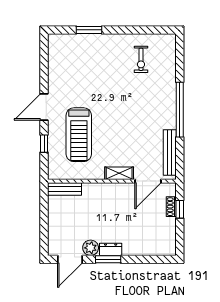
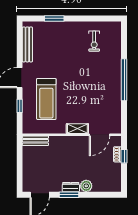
bench: (170, 152) -> (27, 44), moved
plant: (91, 248) -> (86, 186), moved

